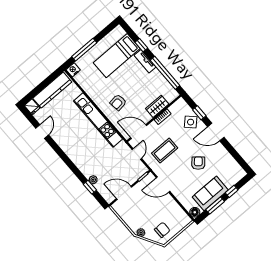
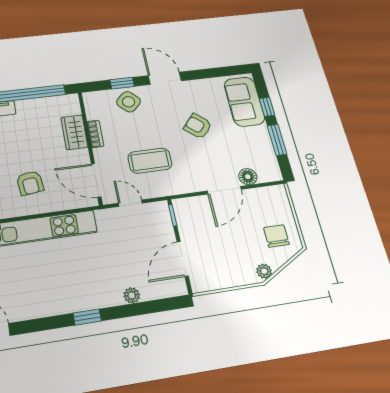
door: (139, 132) -> (96, 180), hinge flipped
door: (216, 132) -> (165, 78), swing flipped
coffee table: (165, 151) -> (150, 161), turned 90
door: (163, 185) -> (224, 190), moved
window: (90, 187) -> (87, 317), moved
sofa: (210, 193) -> (244, 102), moved
floor lamp: (195, 212) -> (248, 177), moved

